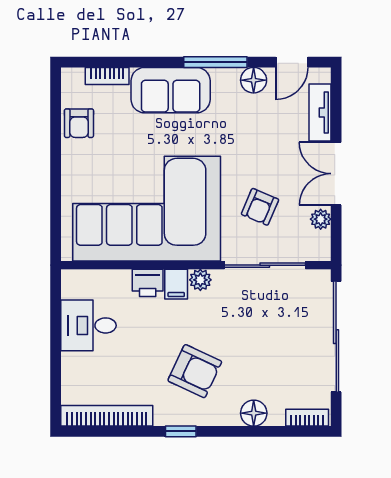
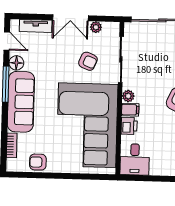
sofa: (171, 90) -> (21, 102), width x1.36
armchair: (79, 123) -> (38, 162), turned 180
desk: (88, 325) -> (135, 159), moved

